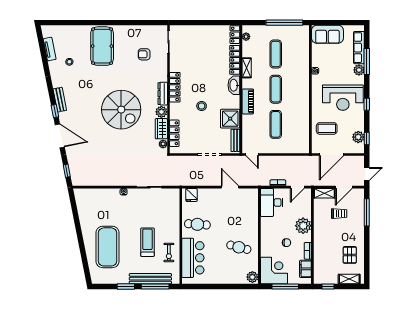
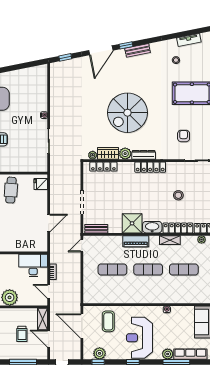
stool: (202, 106) -> (178, 195), moved
shower: (230, 119) -> (132, 223), moved

